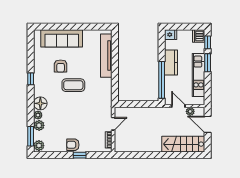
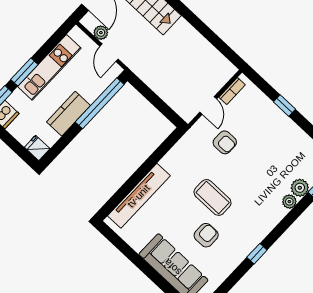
floor lamp: (40, 103) -> (273, 213), removed
door: (113, 124) -> (208, 106), swing flipped
armchair: (73, 145) -> (225, 142), moved

